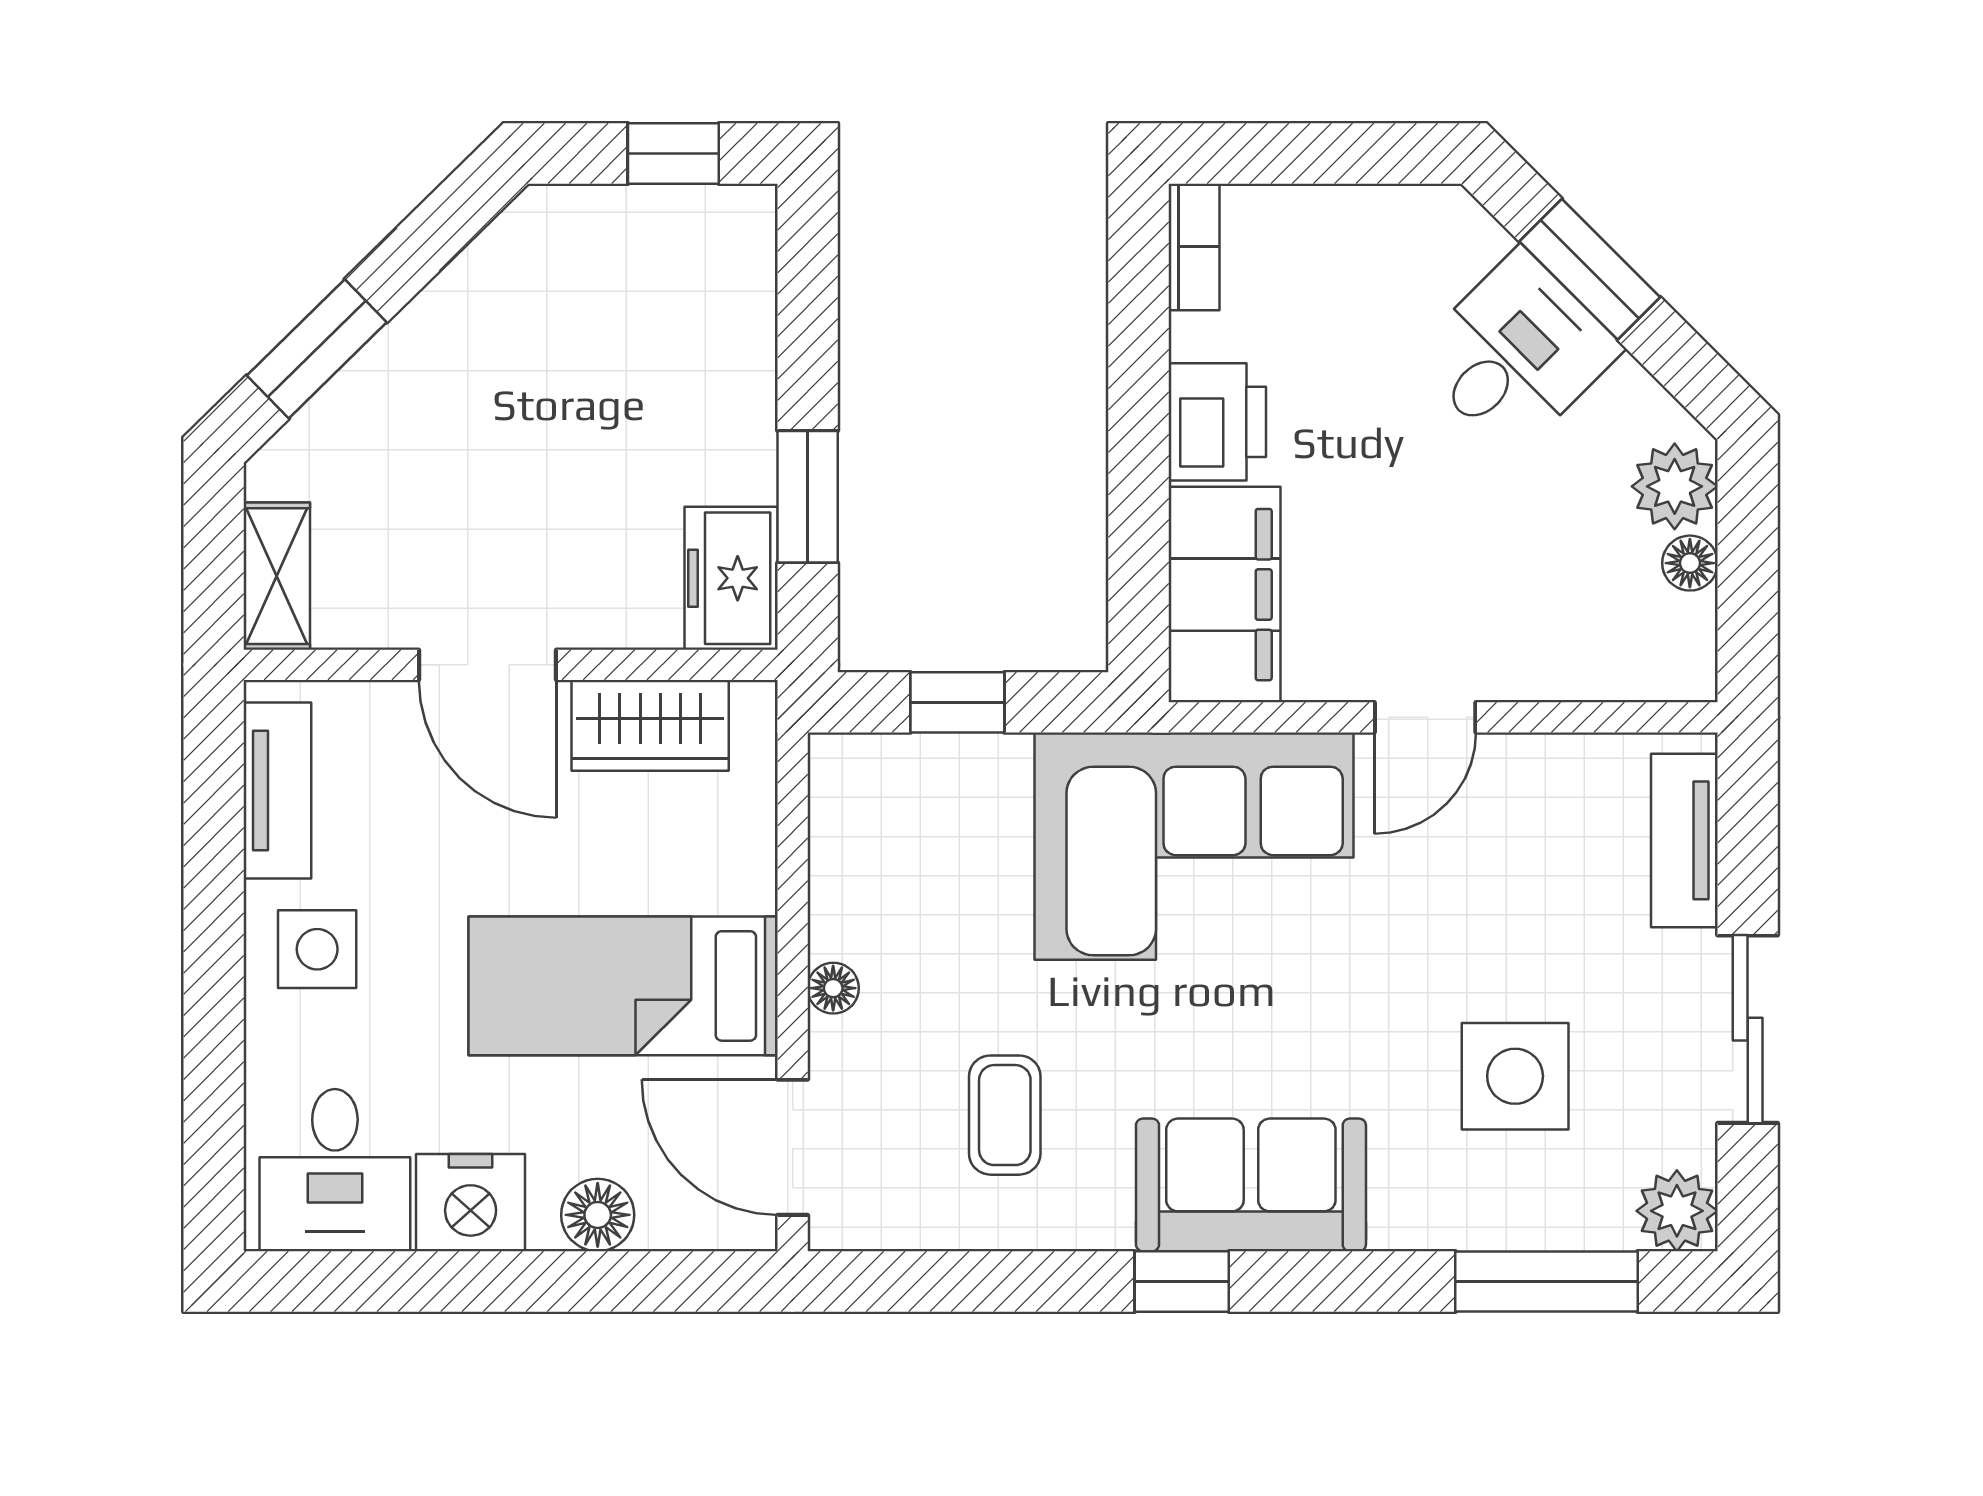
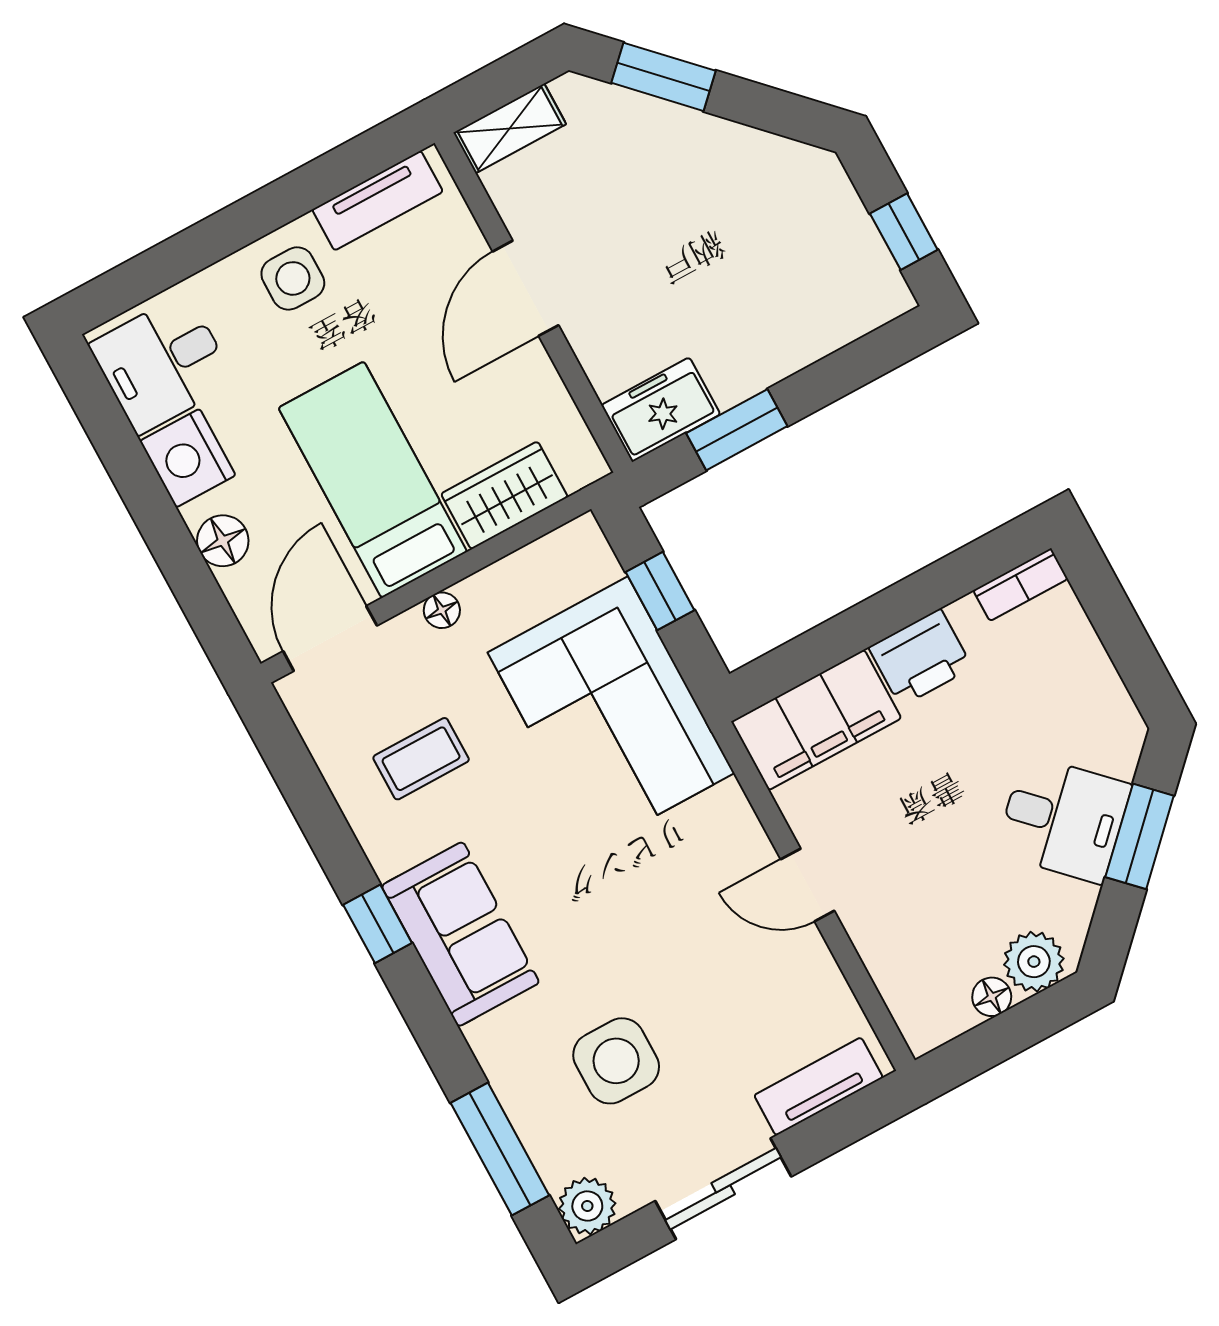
wardrobe: (650, 725) -> (504, 495), moved, turned 90
corner sofa: (1194, 846) -> (611, 713), moved

